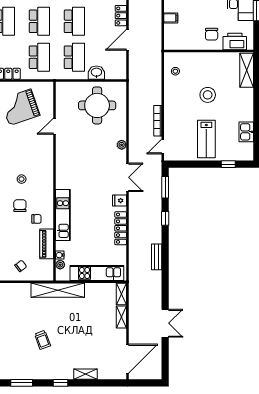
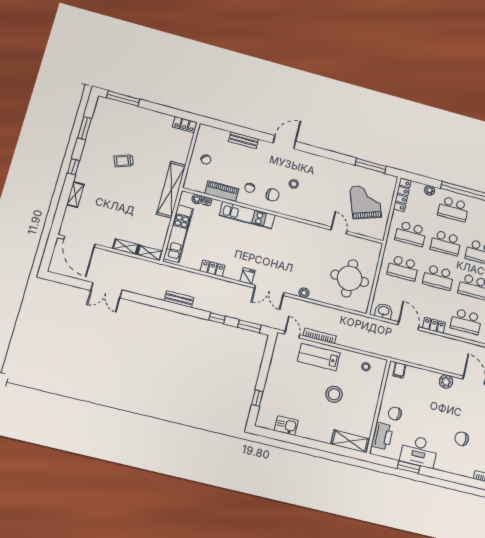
filing cabinet: (171, 18) -> (399, 370), moved
washbasin: (96, 73) -> (384, 311), moved, turned -90
lab bench: (206, 139) -> (319, 357), moved
chair: (20, 206) -> (273, 195), moved
locker: (121, 228) -> (212, 268), width x0.66

